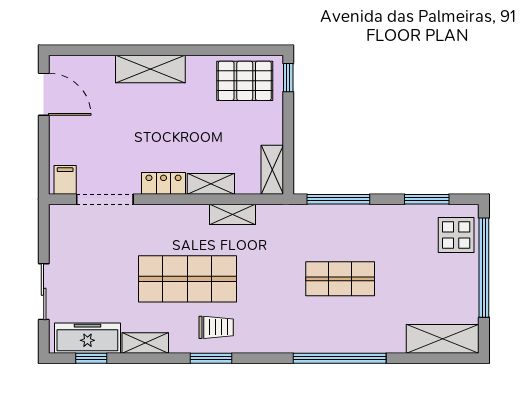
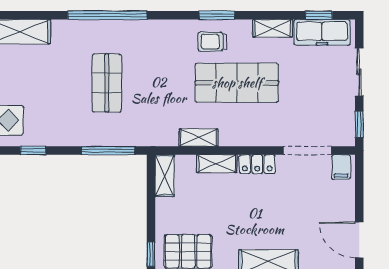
window: (427, 199) -> (33, 151), width x0.67
window: (44, 230) -> (359, 124), added
shop shelf: (340, 279) -> (107, 83), turned 90

